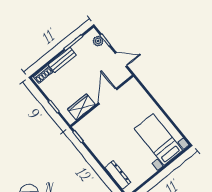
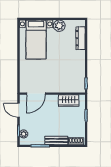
door: (108, 96) -> (36, 94), moved
plant: (147, 170) -> (59, 26), added

